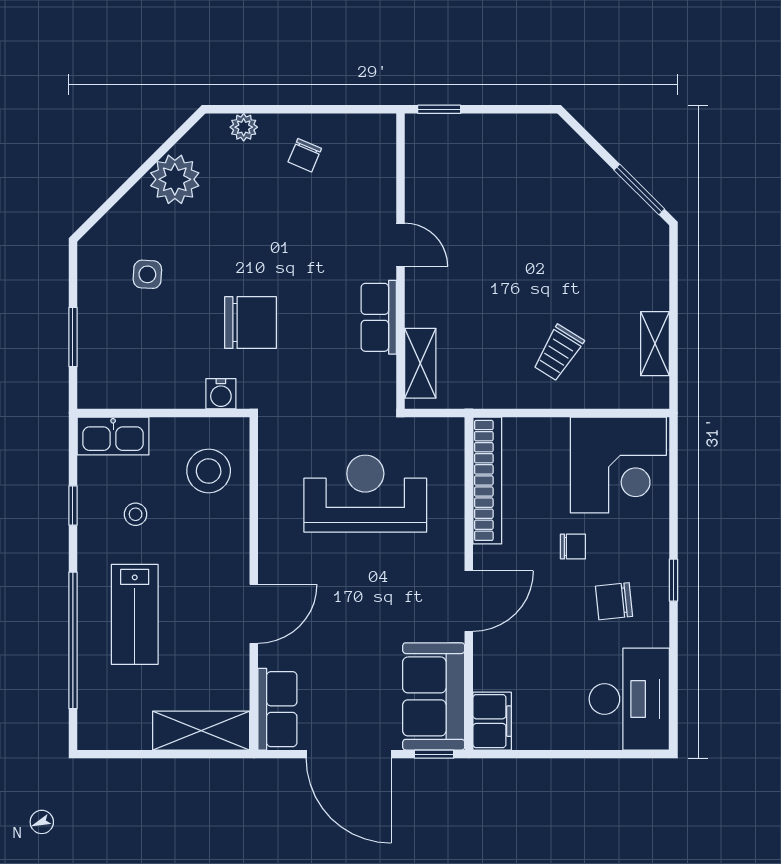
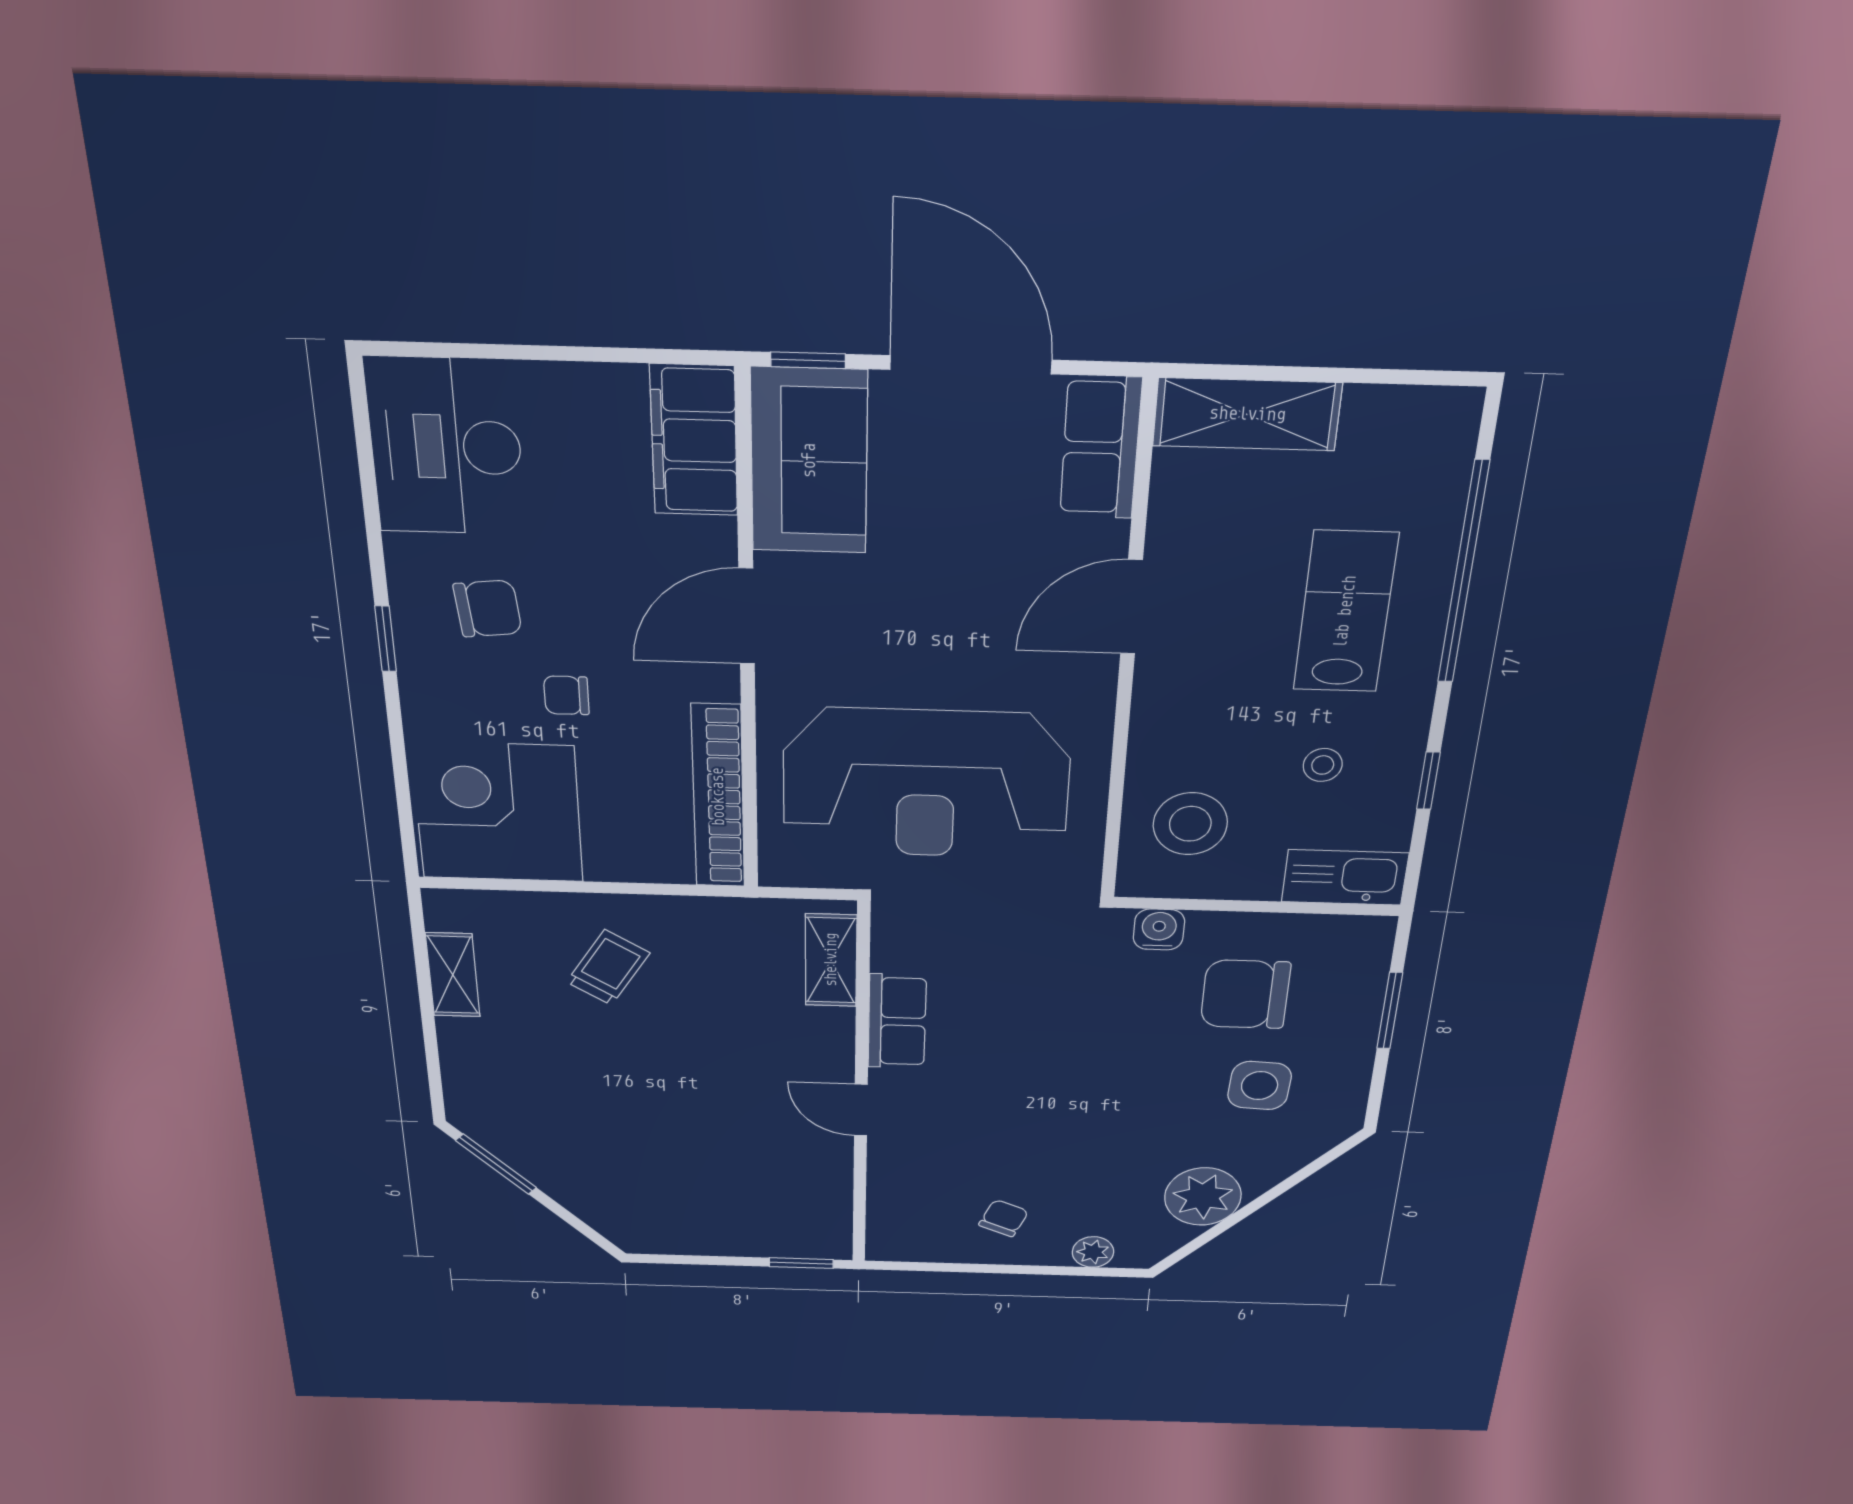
side table: (147, 274) -> (1260, 1086), width x1.37, depth x1.37
chair: (250, 323) -> (1245, 994), moved
reception desk: (365, 494) -> (926, 784), width x1.36, depth x1.30
filing cabinet: (492, 721) -> (694, 441), width x1.50, depth x1.17

